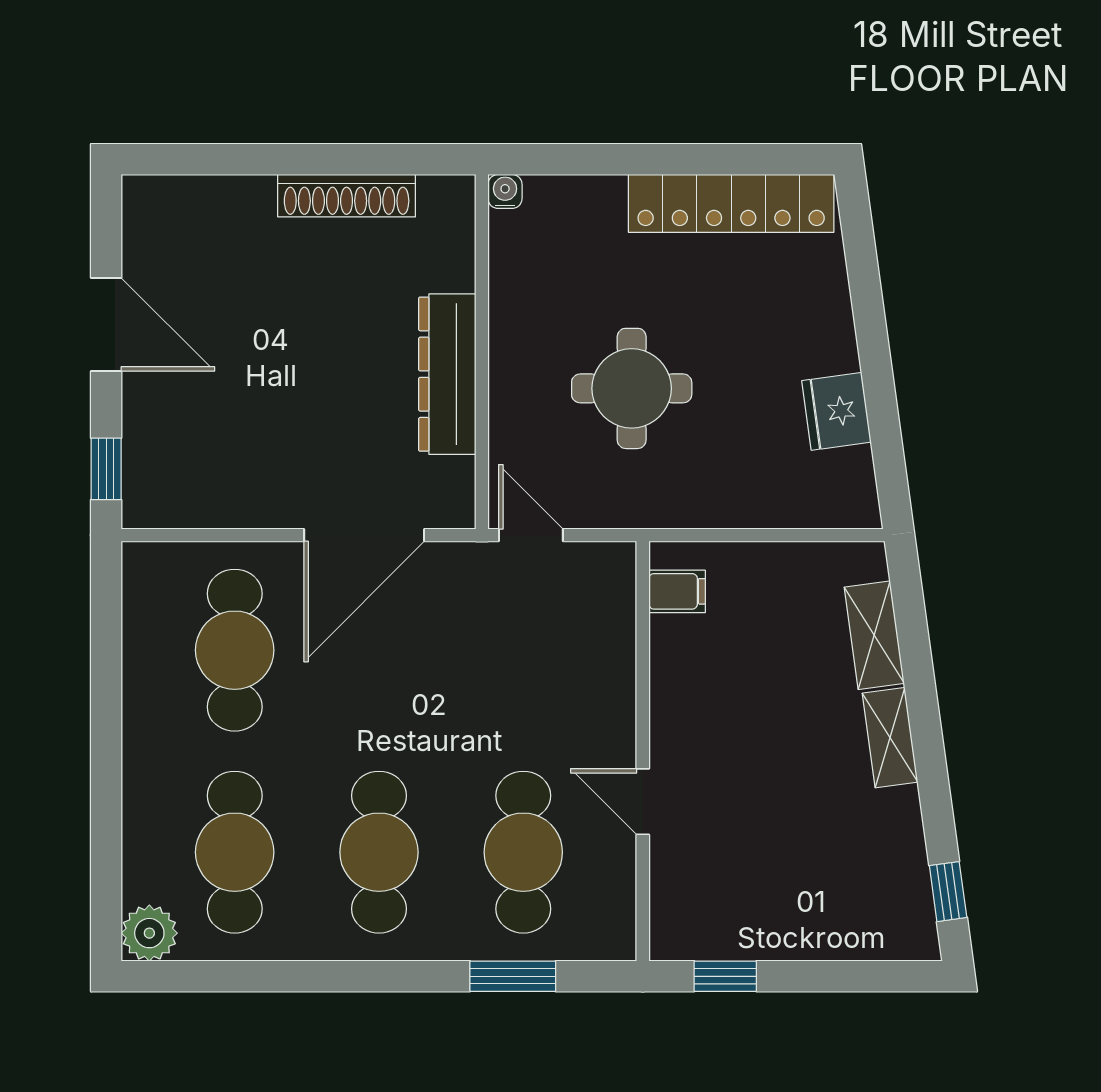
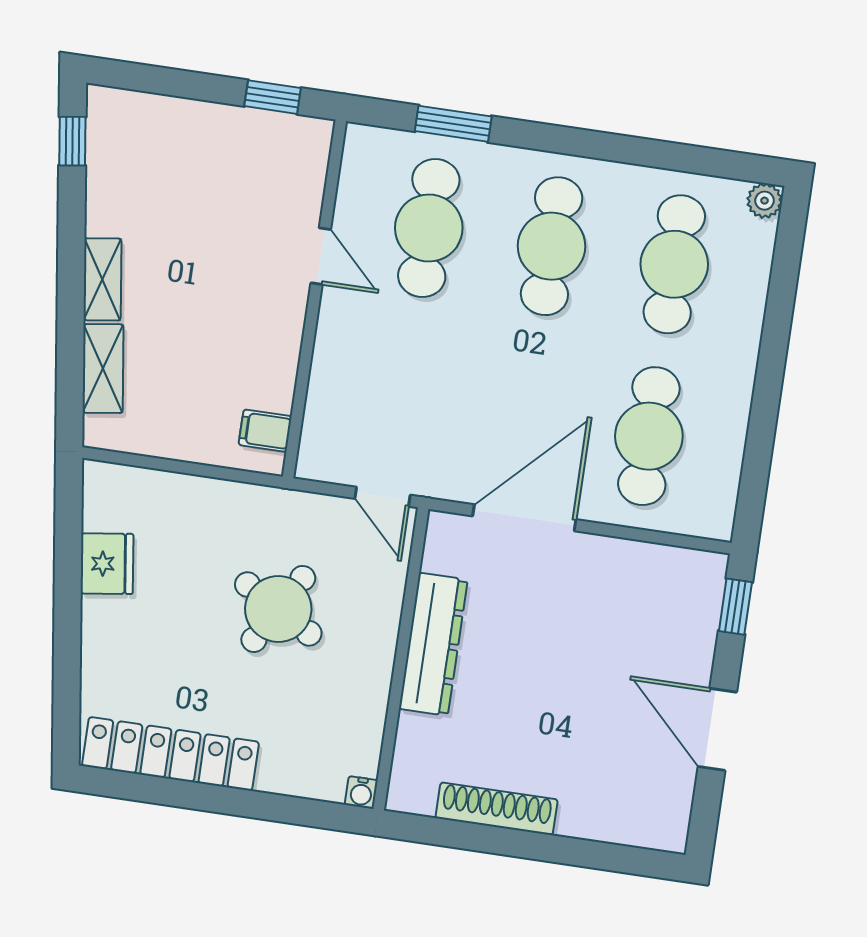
round table: (632, 388) -> (278, 609), turned 30
plant: (149, 933) -> (765, 201), width x0.73, depth x0.73

